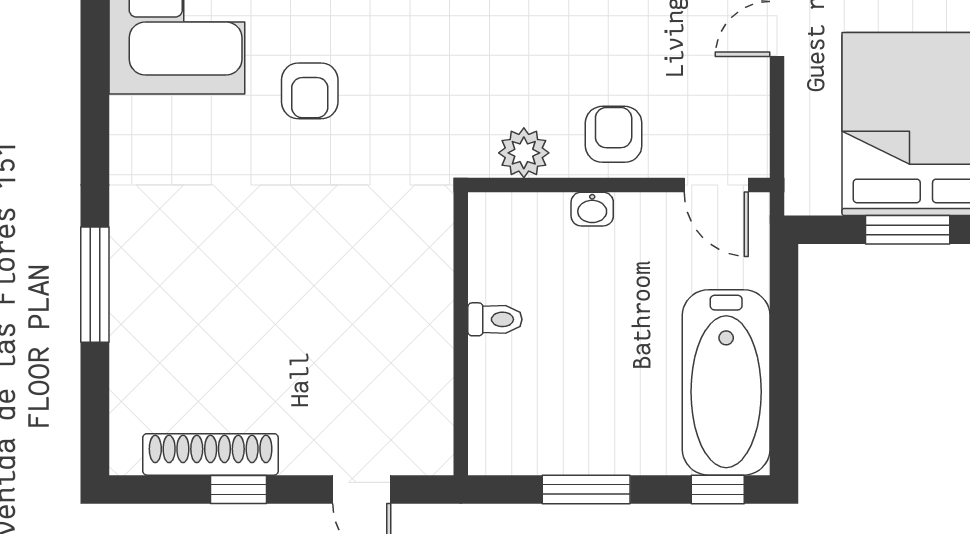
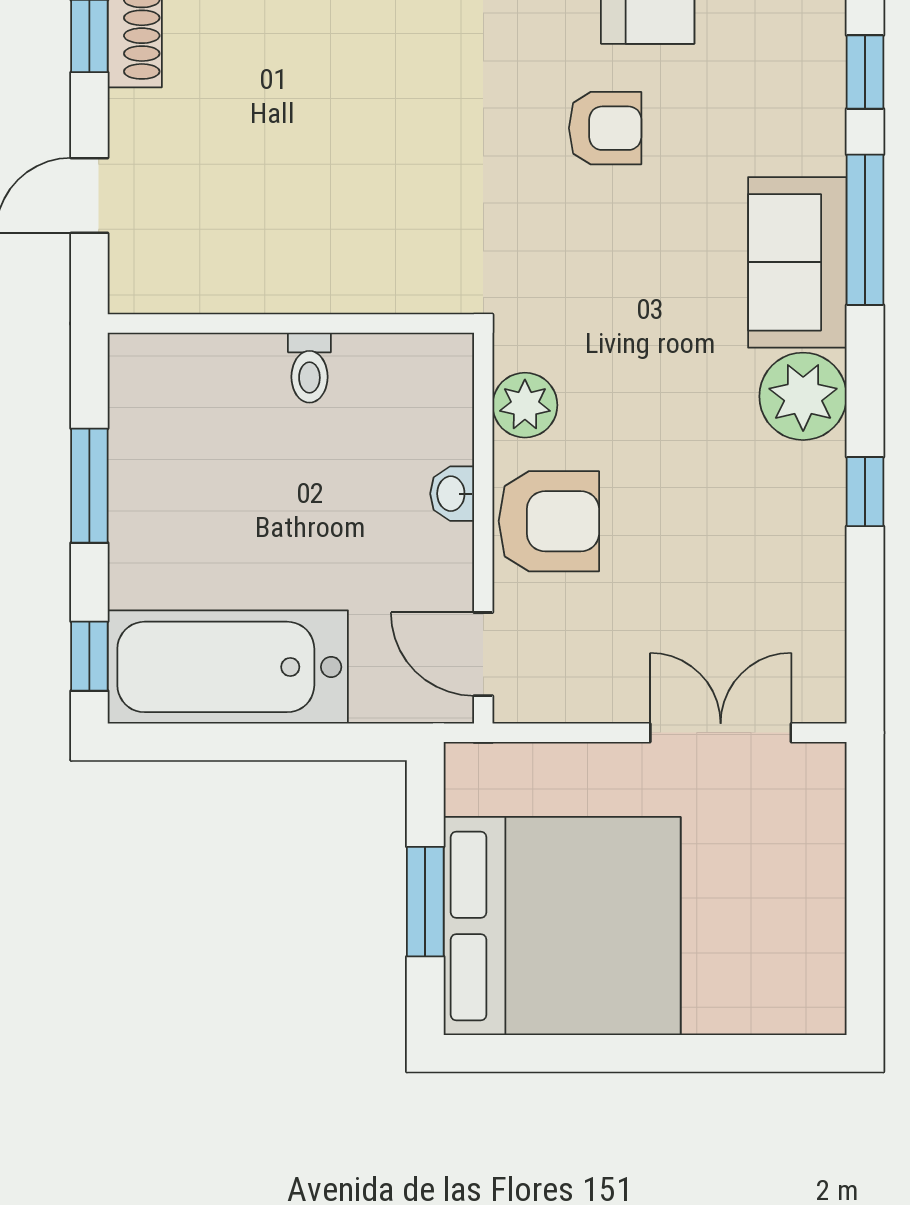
armchair: (310, 91) -> (605, 128), turned 180
armchair: (614, 134) -> (549, 521), width x1.38, depth x1.38
door: (716, 185) -> (483, 654), hinge flipped

